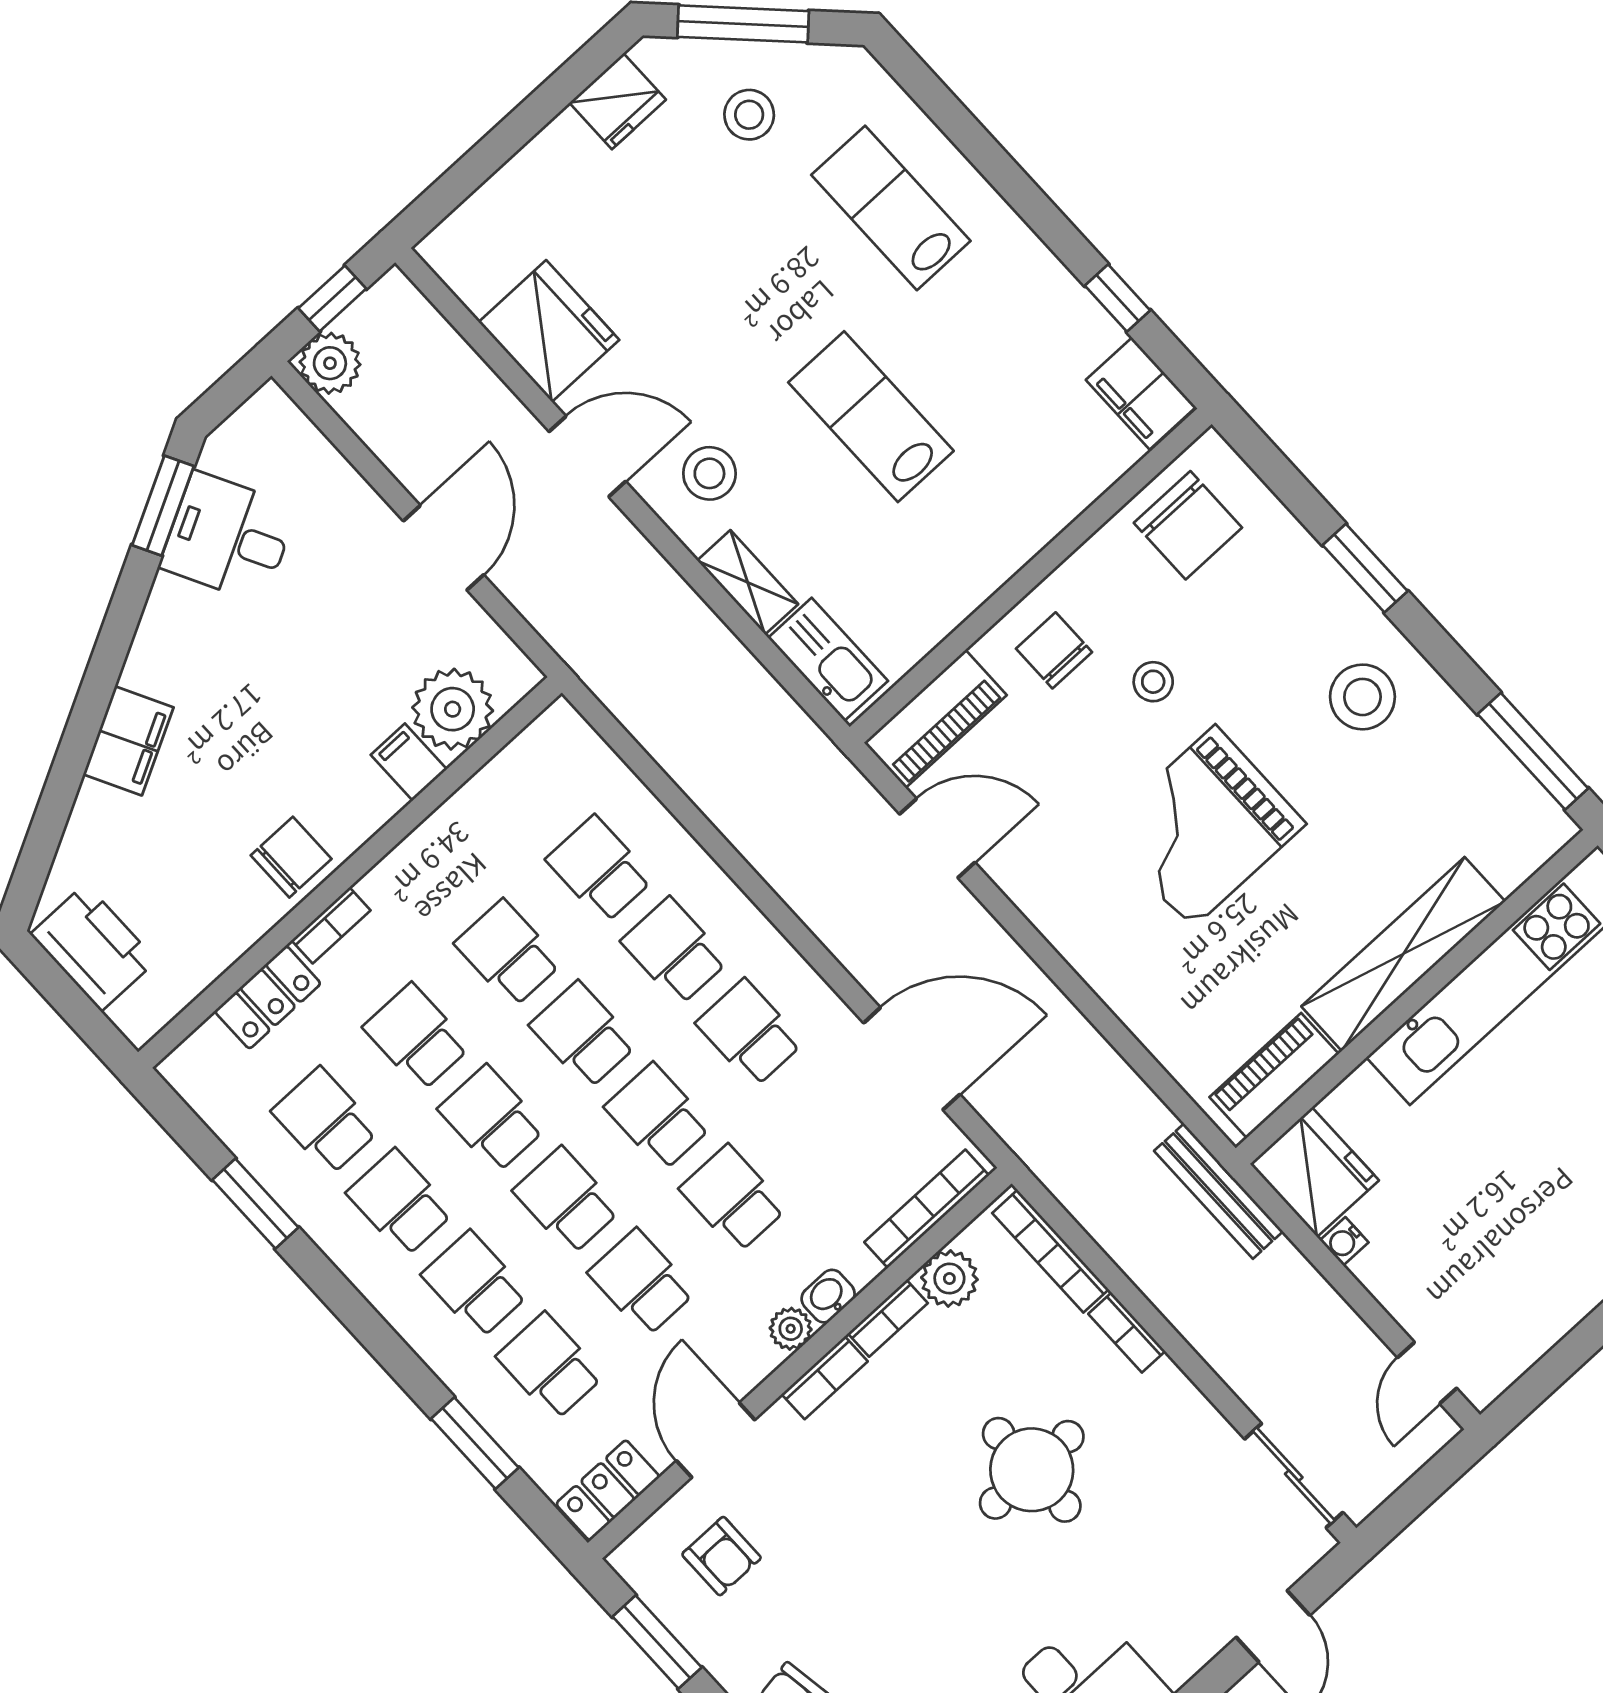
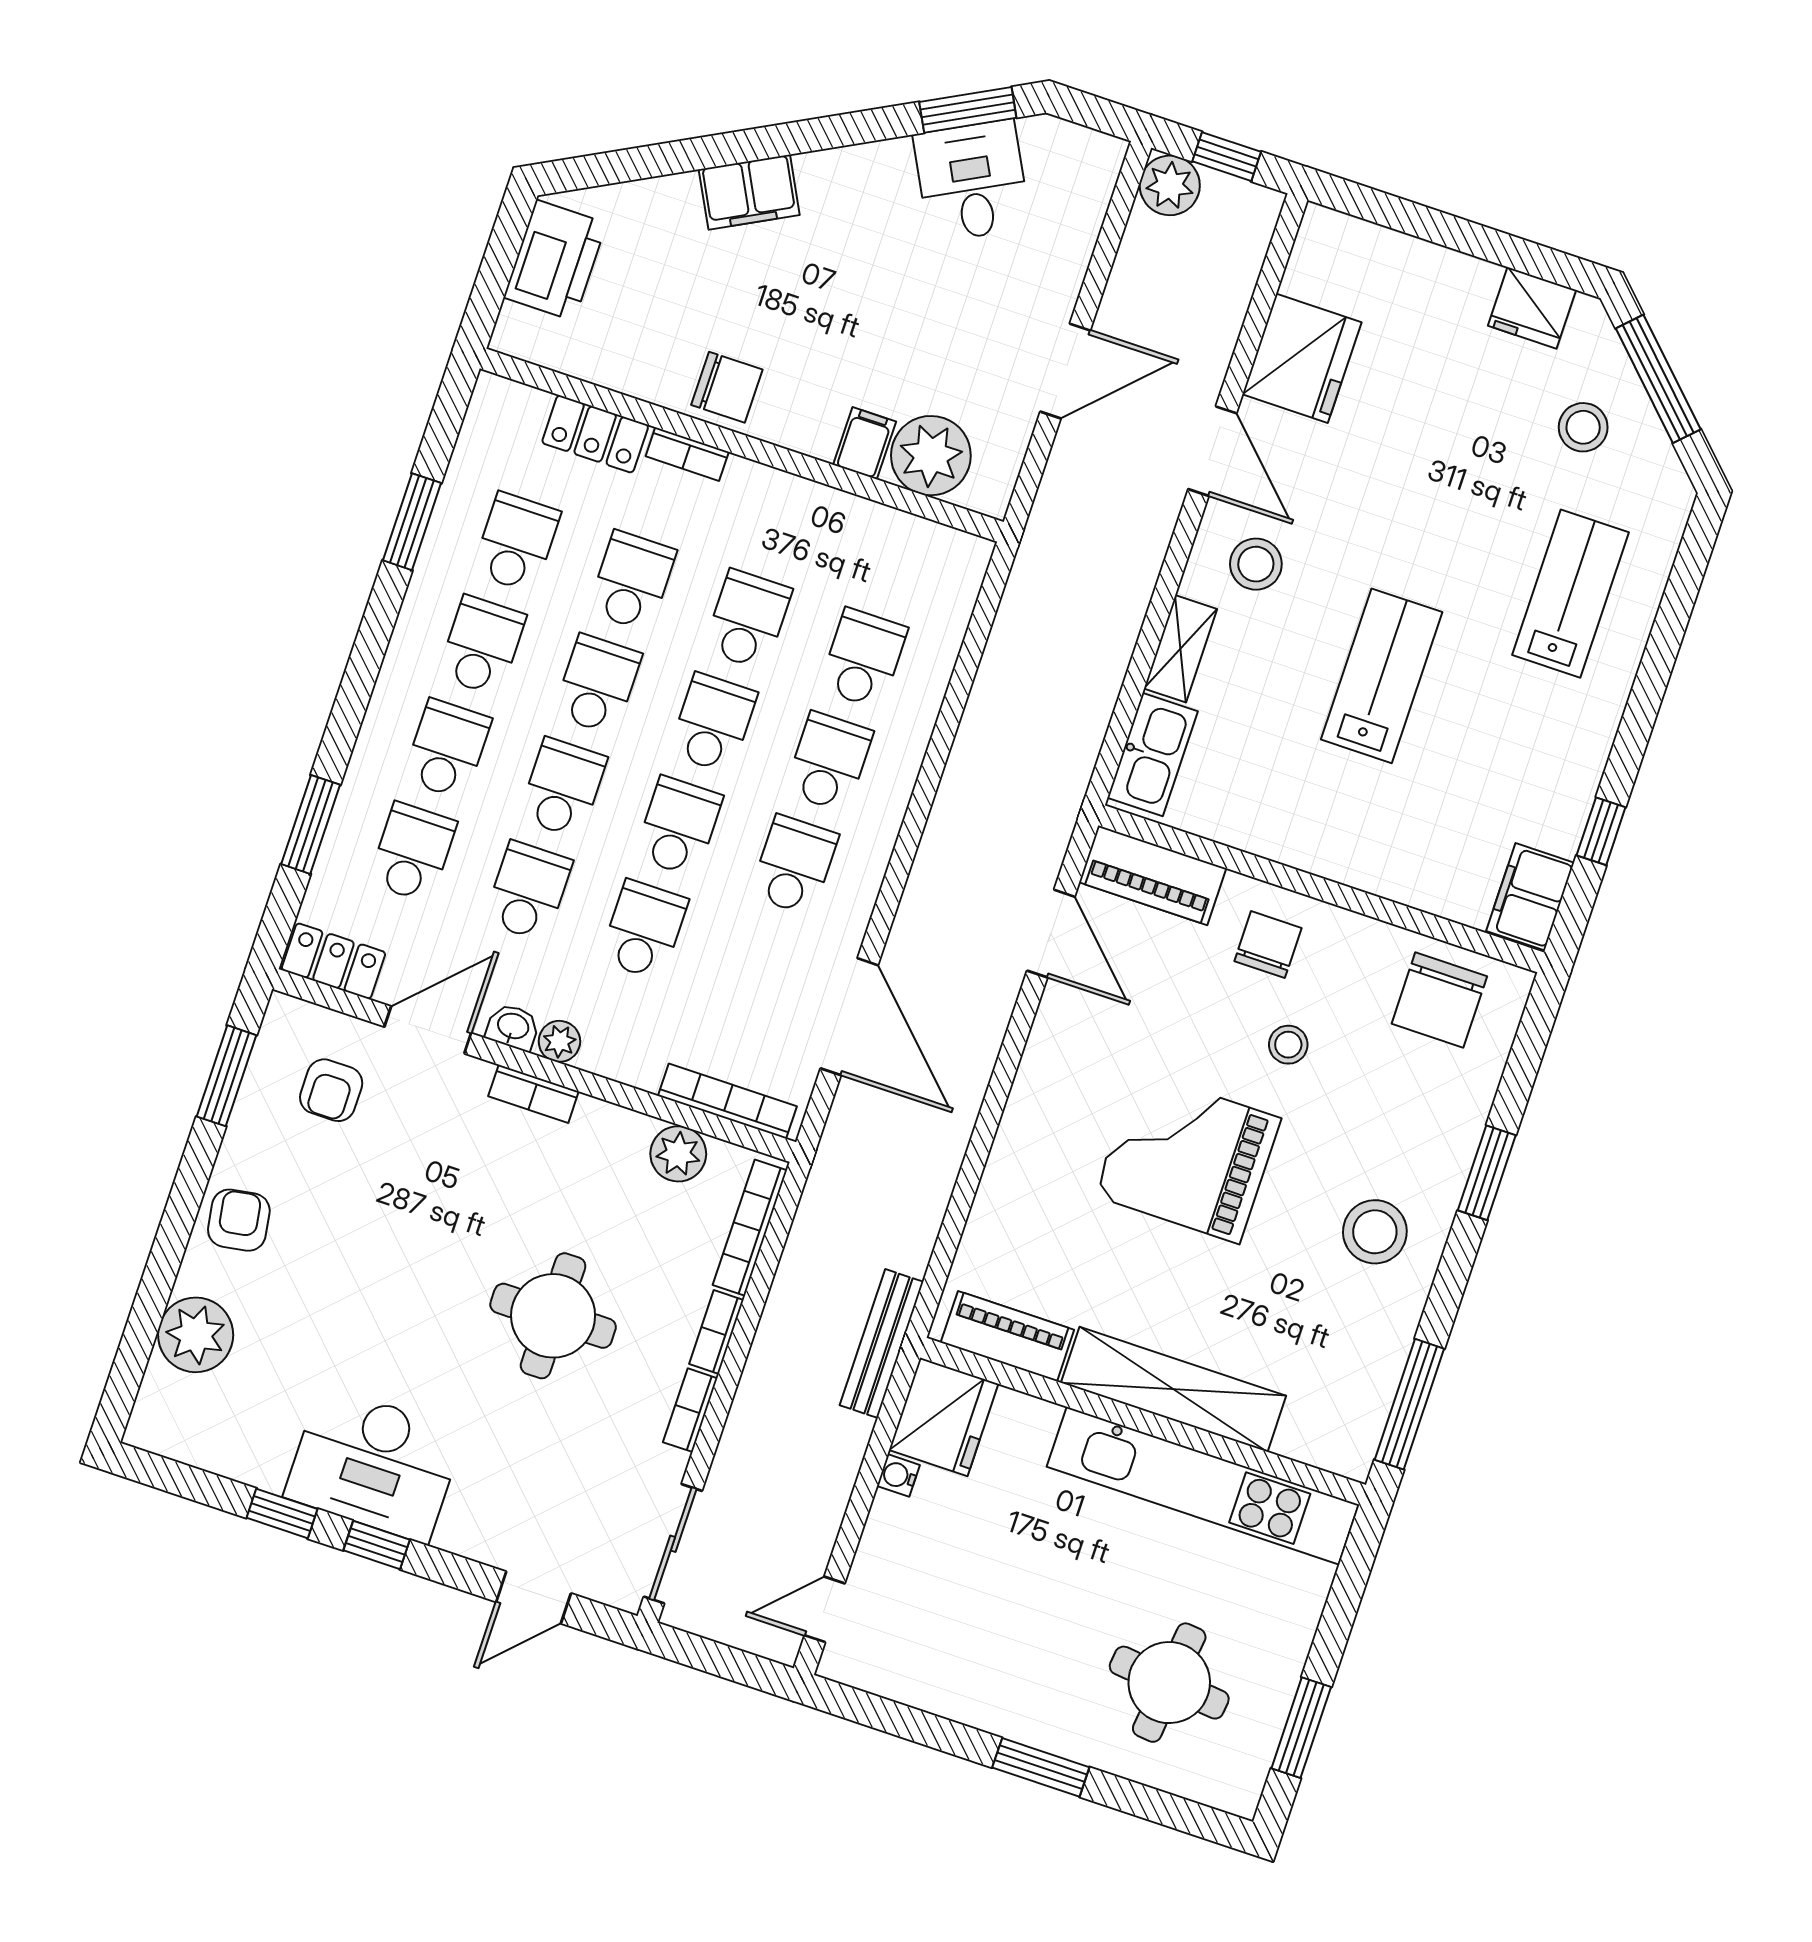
washbasin: (828, 1296) -> (513, 1027), moved
bookcase: (888, 1318) -> (690, 1410), moved, turned 90

